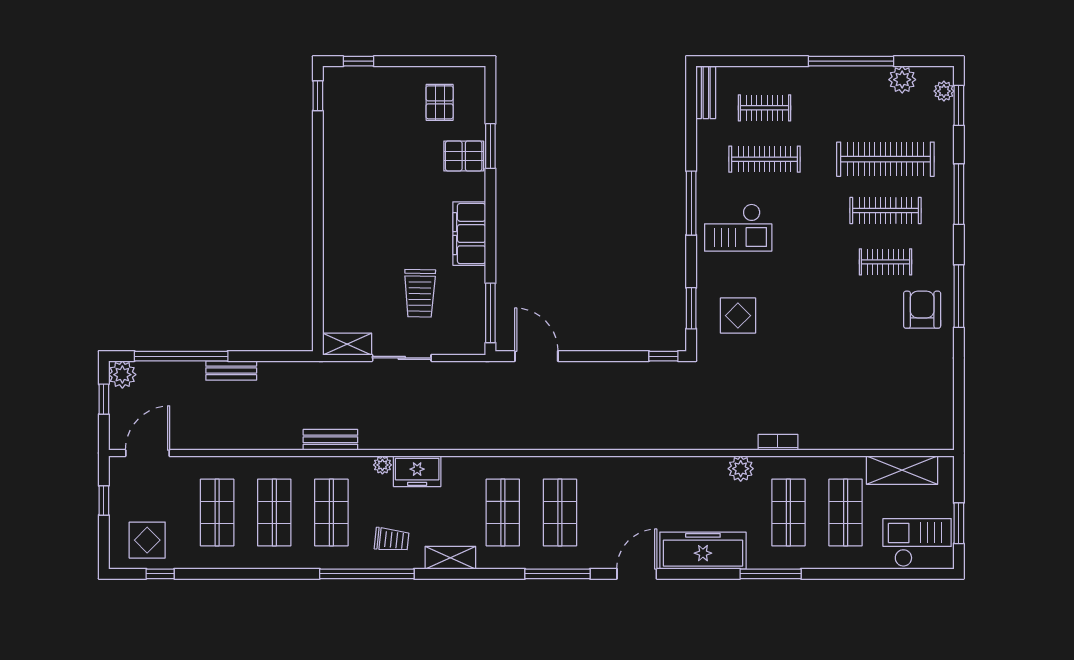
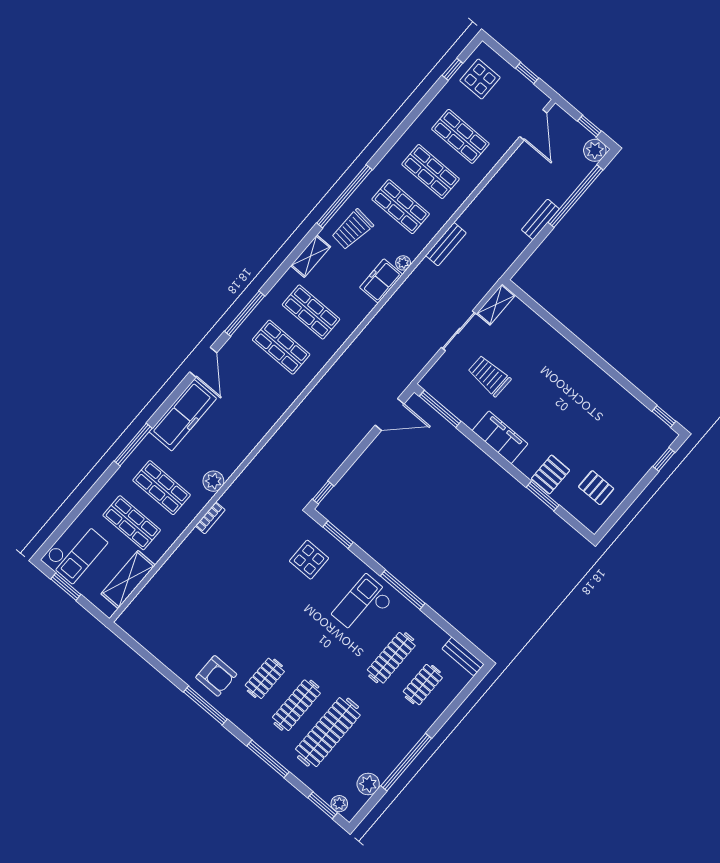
trolley: (392, 540) -> (352, 229), width x1.36, depth x1.39

